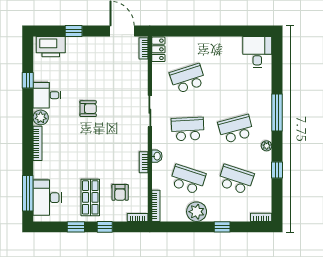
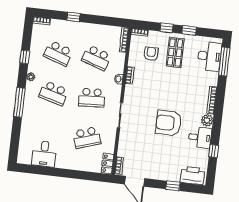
desk: (257, 52) -> (44, 154), moved
armchair: (88, 109) -> (169, 123), width x1.88, depth x1.88
school desk: (236, 129) -> (54, 93), turned 30
plant: (197, 212) -> (92, 31), removed

